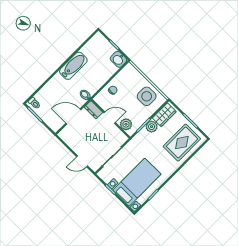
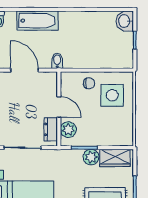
washbasin: (118, 59) -> (125, 21), moved
bathtub: (73, 66) -> (37, 21), moved
side table: (147, 96) -> (112, 95), moved
dresser: (93, 110) -> (51, 129), moved

